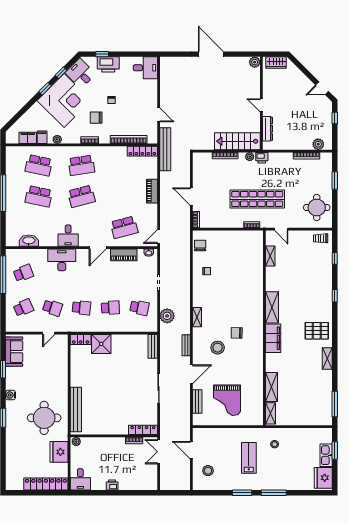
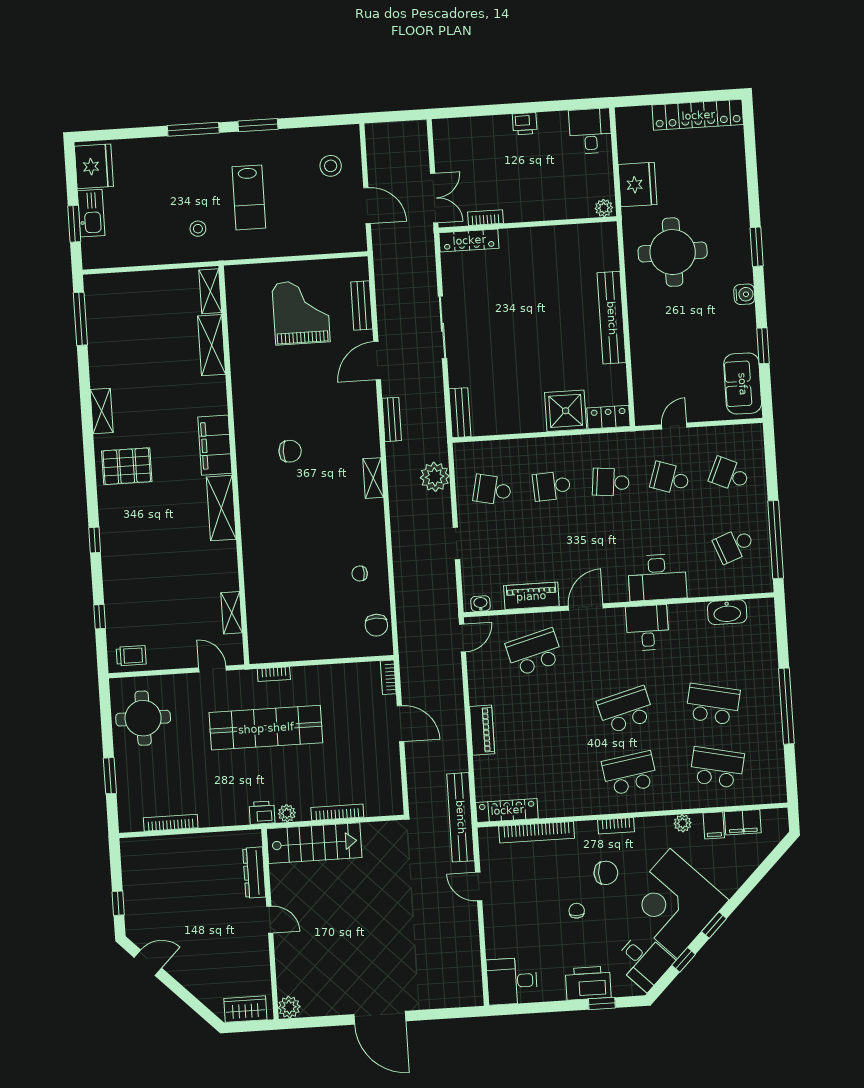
plant: (318, 144) -> (148, 848), removed
school desk: (23, 308) -> (729, 475), turned 48
stool: (218, 348) -> (327, 419), removed
bench: (76, 409) -> (612, 318), moved
locker: (46, 484) -> (698, 115), moved

